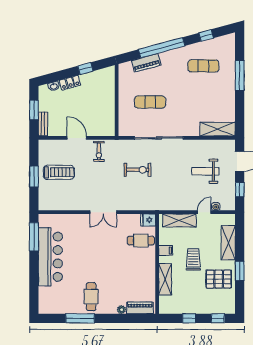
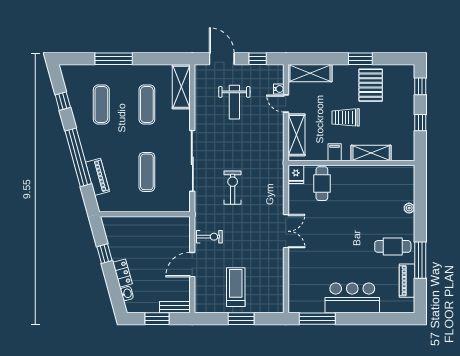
exercise mat: (203, 102) -> (147, 104), added
shelving: (228, 243) -> (310, 73), moved
bar counter: (50, 257) -> (352, 298), width x0.73
piano: (140, 308) -> (407, 281), moved

